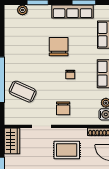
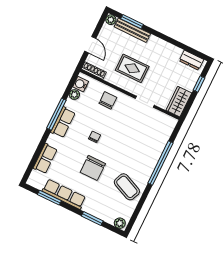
plant: (22, 10) -> (120, 223), moved
coffee table: (23, 92) -> (127, 187), moved
chair: (63, 108) -> (108, 100), moved

